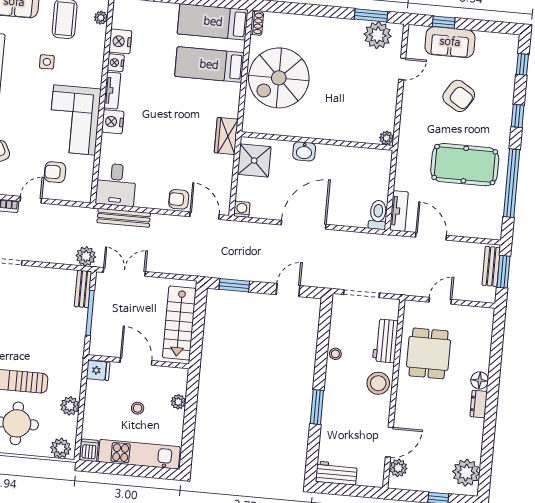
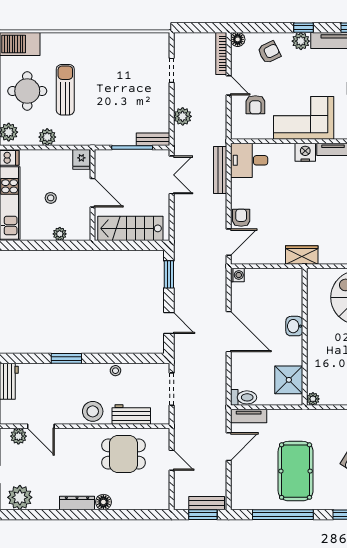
shower: (254, 161) -> (289, 380), moved
armchair: (55, 172) -> (255, 105), turned 180
plant: (86, 256) -> (183, 116), moved
door: (136, 361) -> (92, 193), hinge flipped
dresser: (479, 404) -> (77, 503), width x1.44

